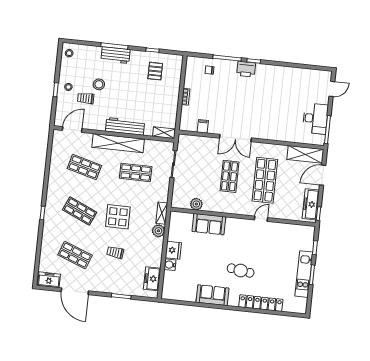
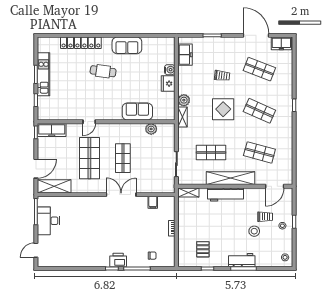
freezer: (311, 204) -> (52, 130), moved, turned 90

